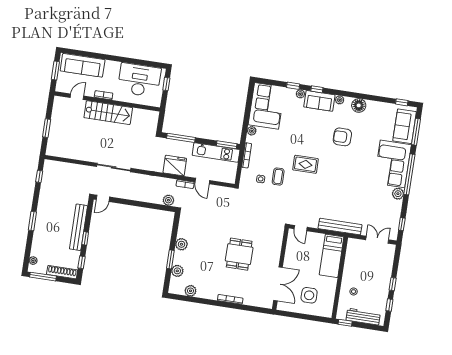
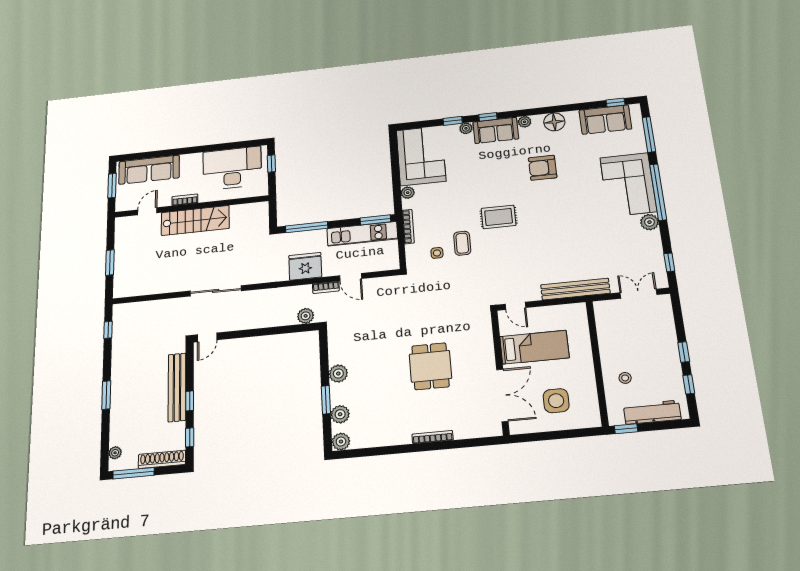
sofa: (405, 126) -> (605, 120), moved, turned -90
bed: (332, 256) -> (534, 347), moved, turned -90
plant: (191, 291) -> (341, 442), moved

